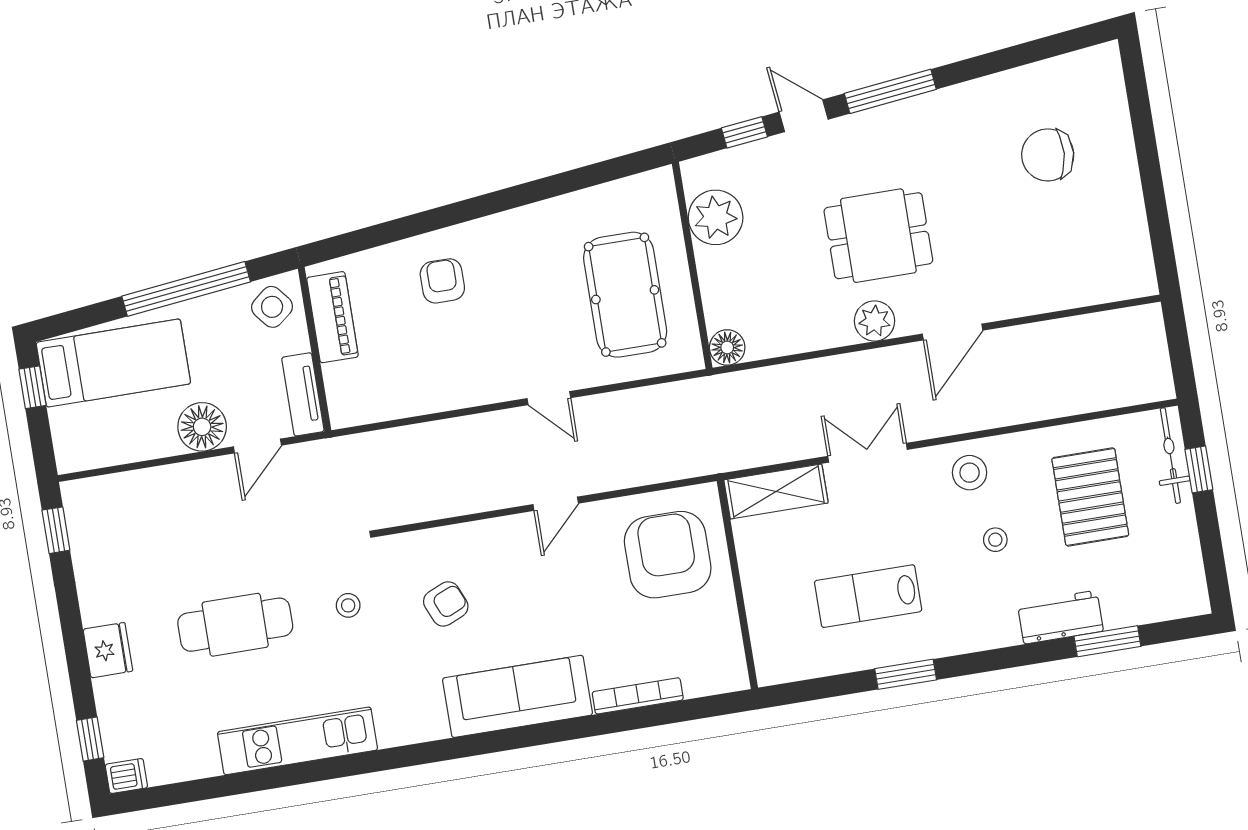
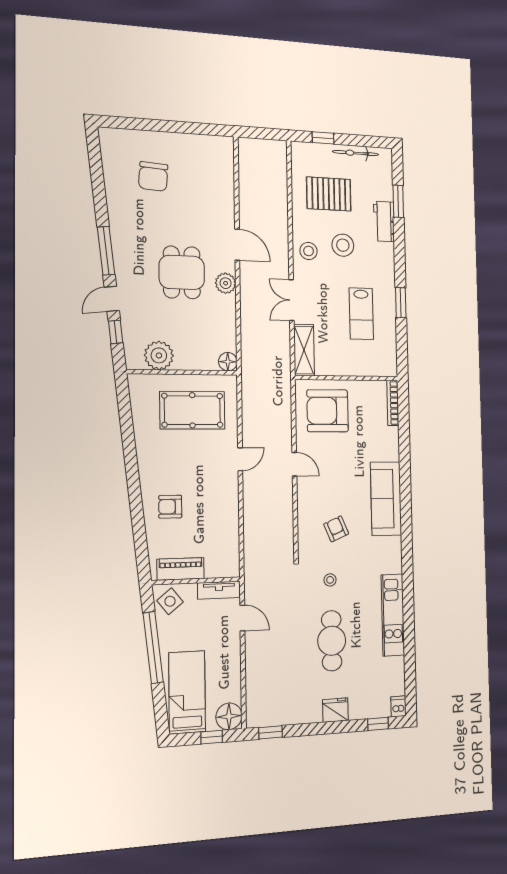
window: (33, 387) -> (212, 737), moved
floor lamp: (202, 427) -> (229, 716), moved
bicycle: (1170, 456) -> (355, 153), moved
stool: (995, 540) -> (343, 245), width x1.89, depth x1.89
bookcase: (638, 696) -> (393, 403), moved

